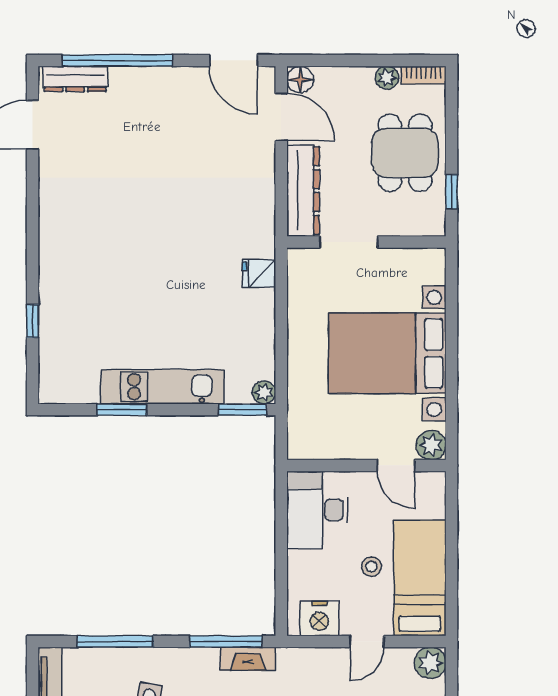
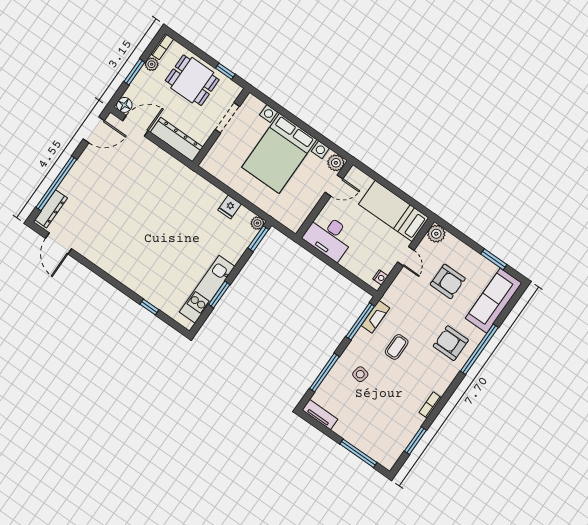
window: (358, 60) -> (134, 72), added
doorway: (349, 242) -> (227, 118), moved
fridge: (259, 273) -> (230, 207), moved
kitchen unit: (162, 387) -> (207, 289), moved
stool: (372, 566) -> (373, 230), removed
nightstand: (319, 618) -> (380, 277), width x0.53, depth x0.56

